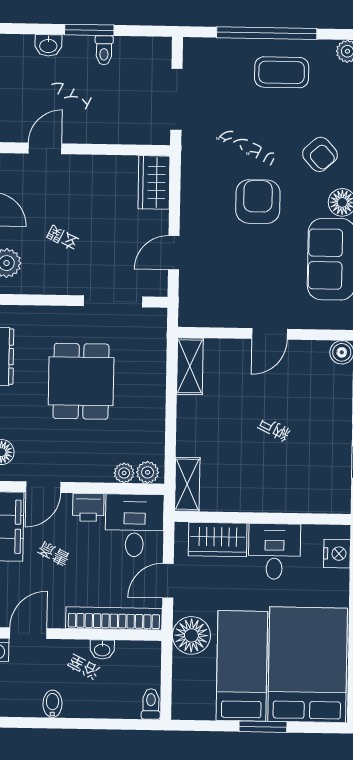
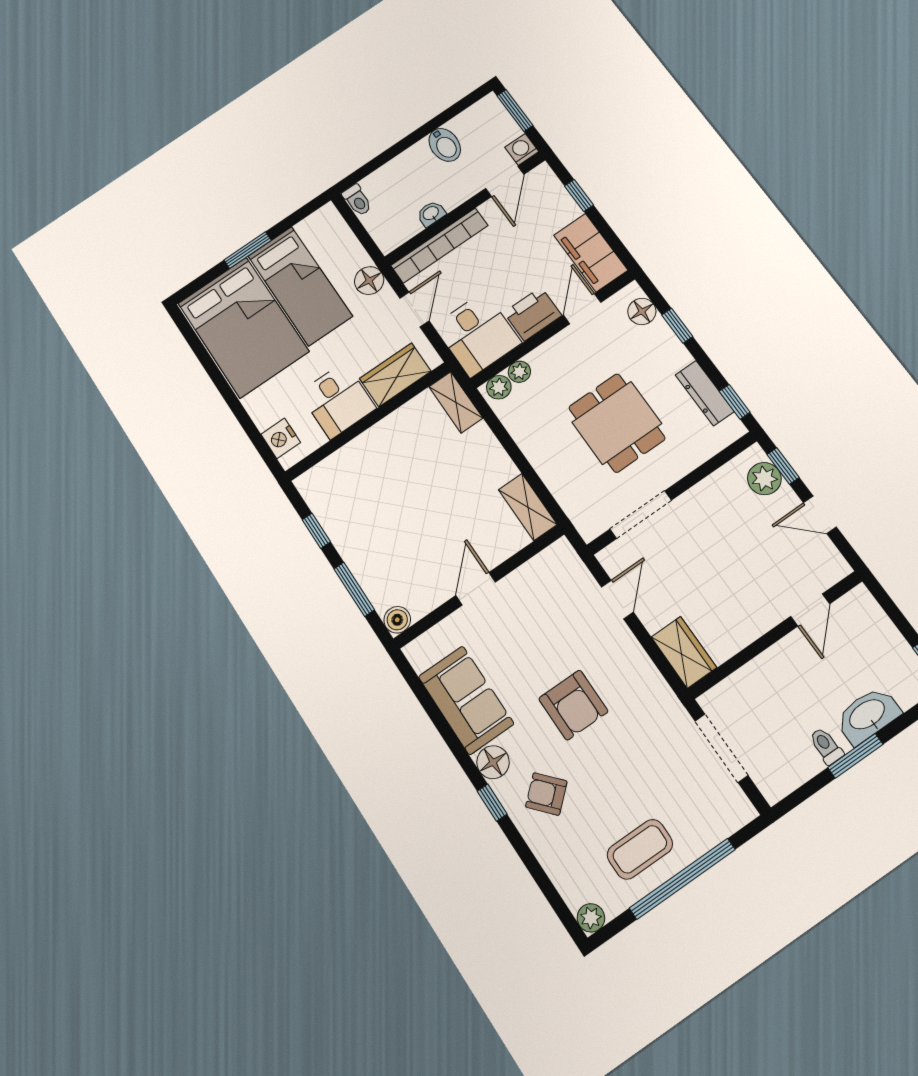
washbasin: (48, 45) -> (868, 715), width x1.91, depth x1.45
printer: (88, 507) -> (533, 314), width x1.36, depth x1.24
floor lamp: (191, 635) -> (369, 281), width x0.73, depth x0.73
bidet: (52, 704) -> (445, 145), width x1.38, depth x1.36

